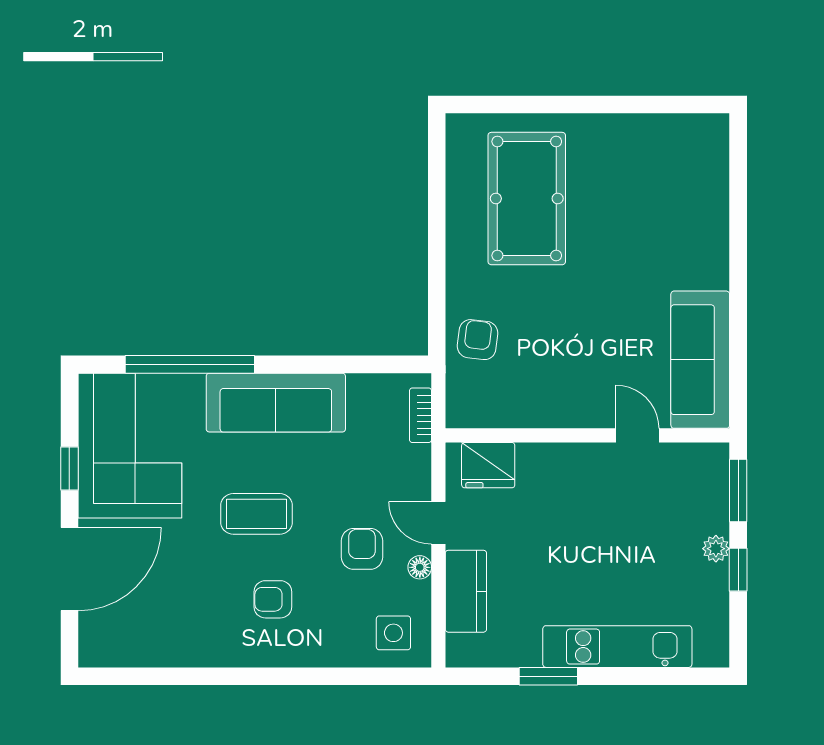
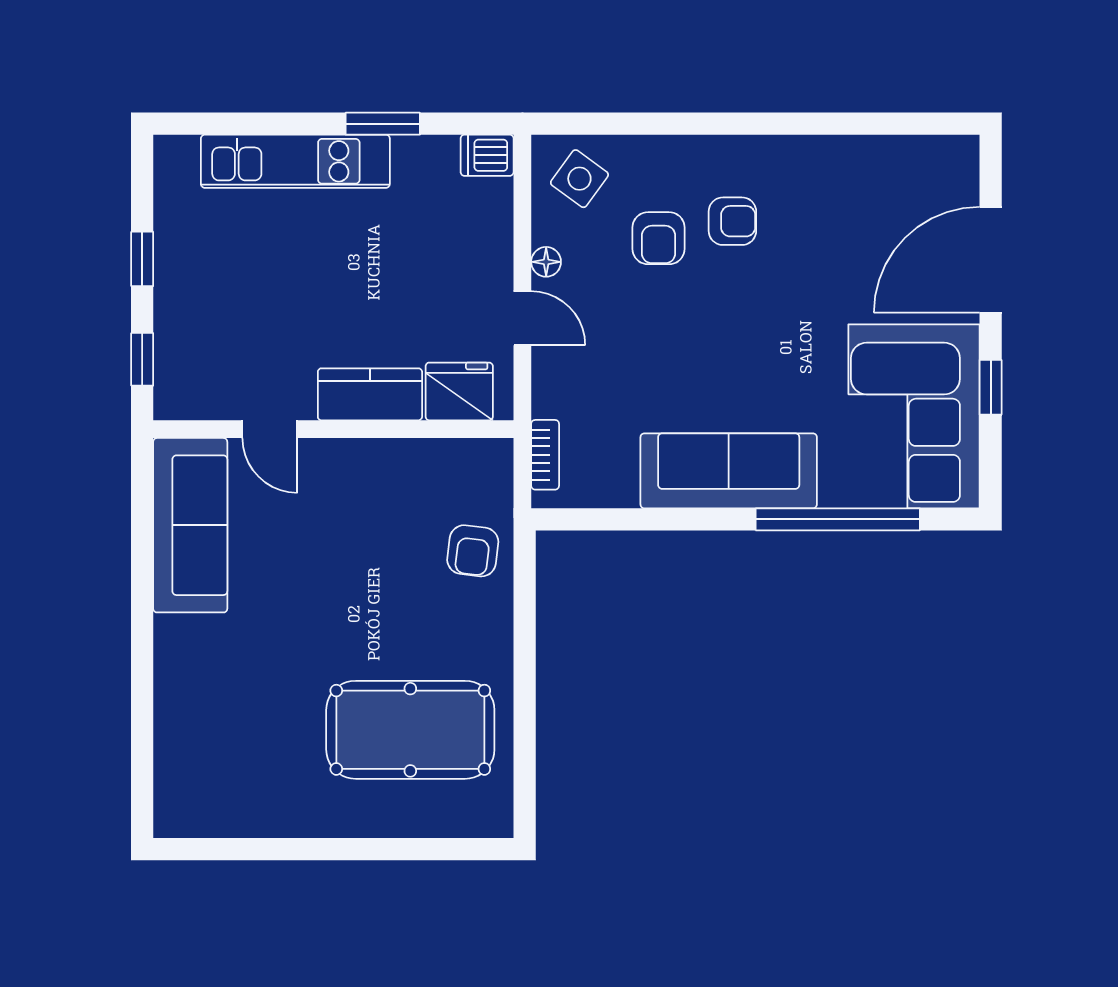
pool table: (527, 199) -> (410, 730), turned 90
window: (738, 490) -> (142, 359), width x0.67
coffee table: (257, 514) -> (753, 330), removed
armchair: (362, 549) -> (659, 238), moved
plant: (716, 549) -> (170, 286), removed
kitchen counter: (466, 591) -> (370, 394), moved, turned 90
side table: (393, 633) -> (579, 179), turned 36
dishwasher: (466, 651) -> (487, 155), added

